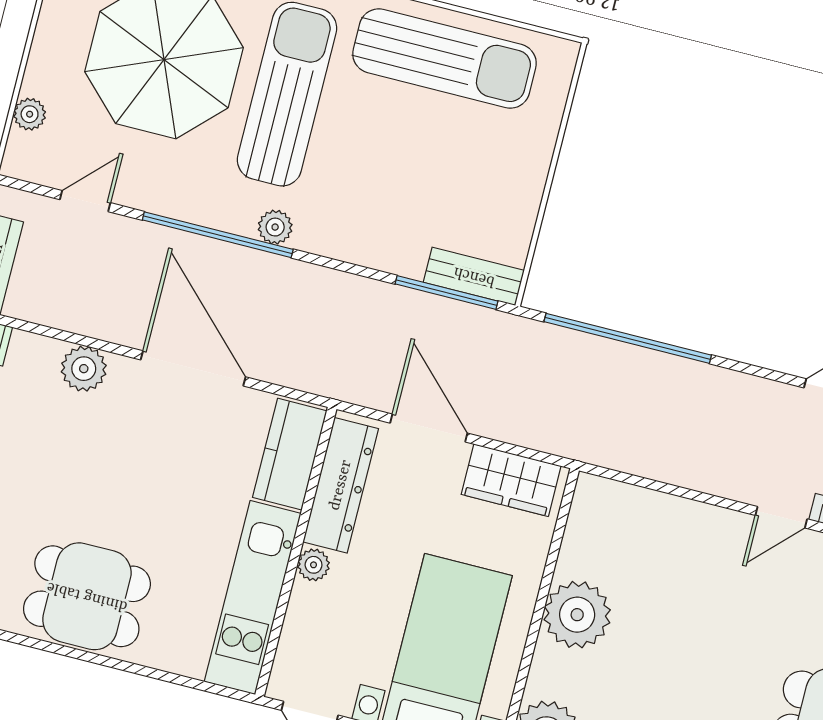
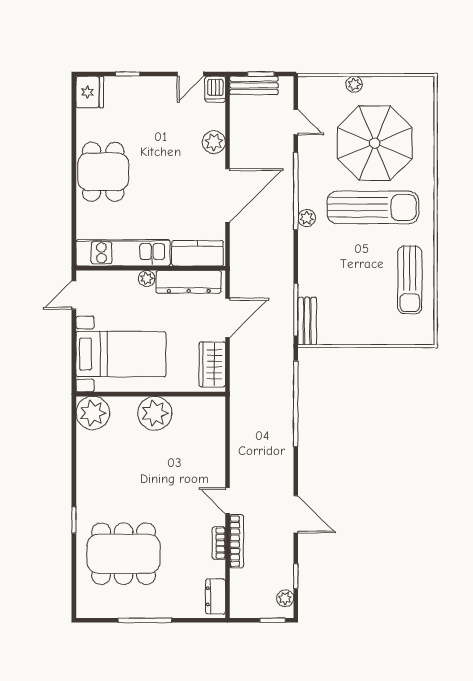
sun lounger: (444, 59) -> (410, 280), width x0.73, depth x0.75
plant: (30, 114) -> (354, 84), moved

